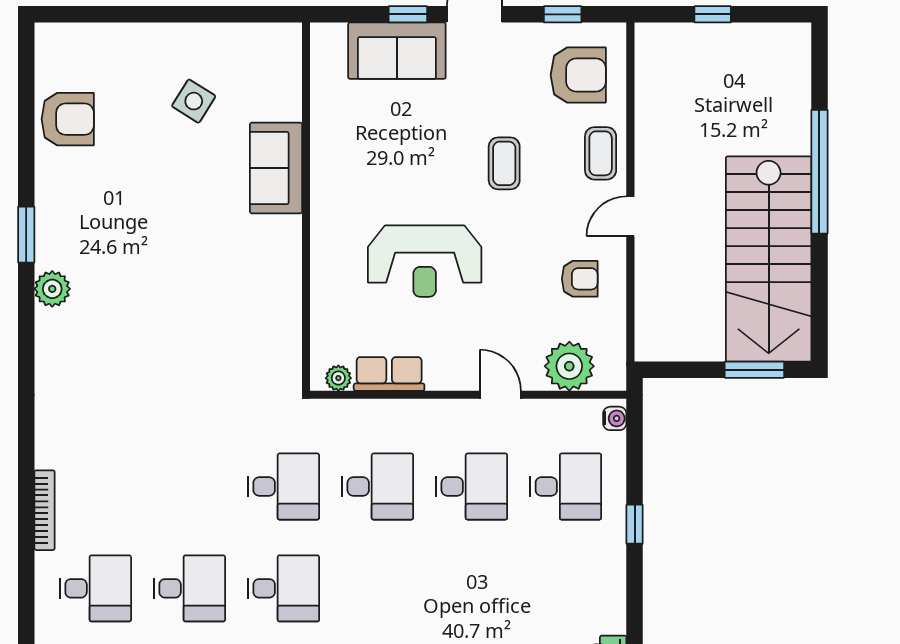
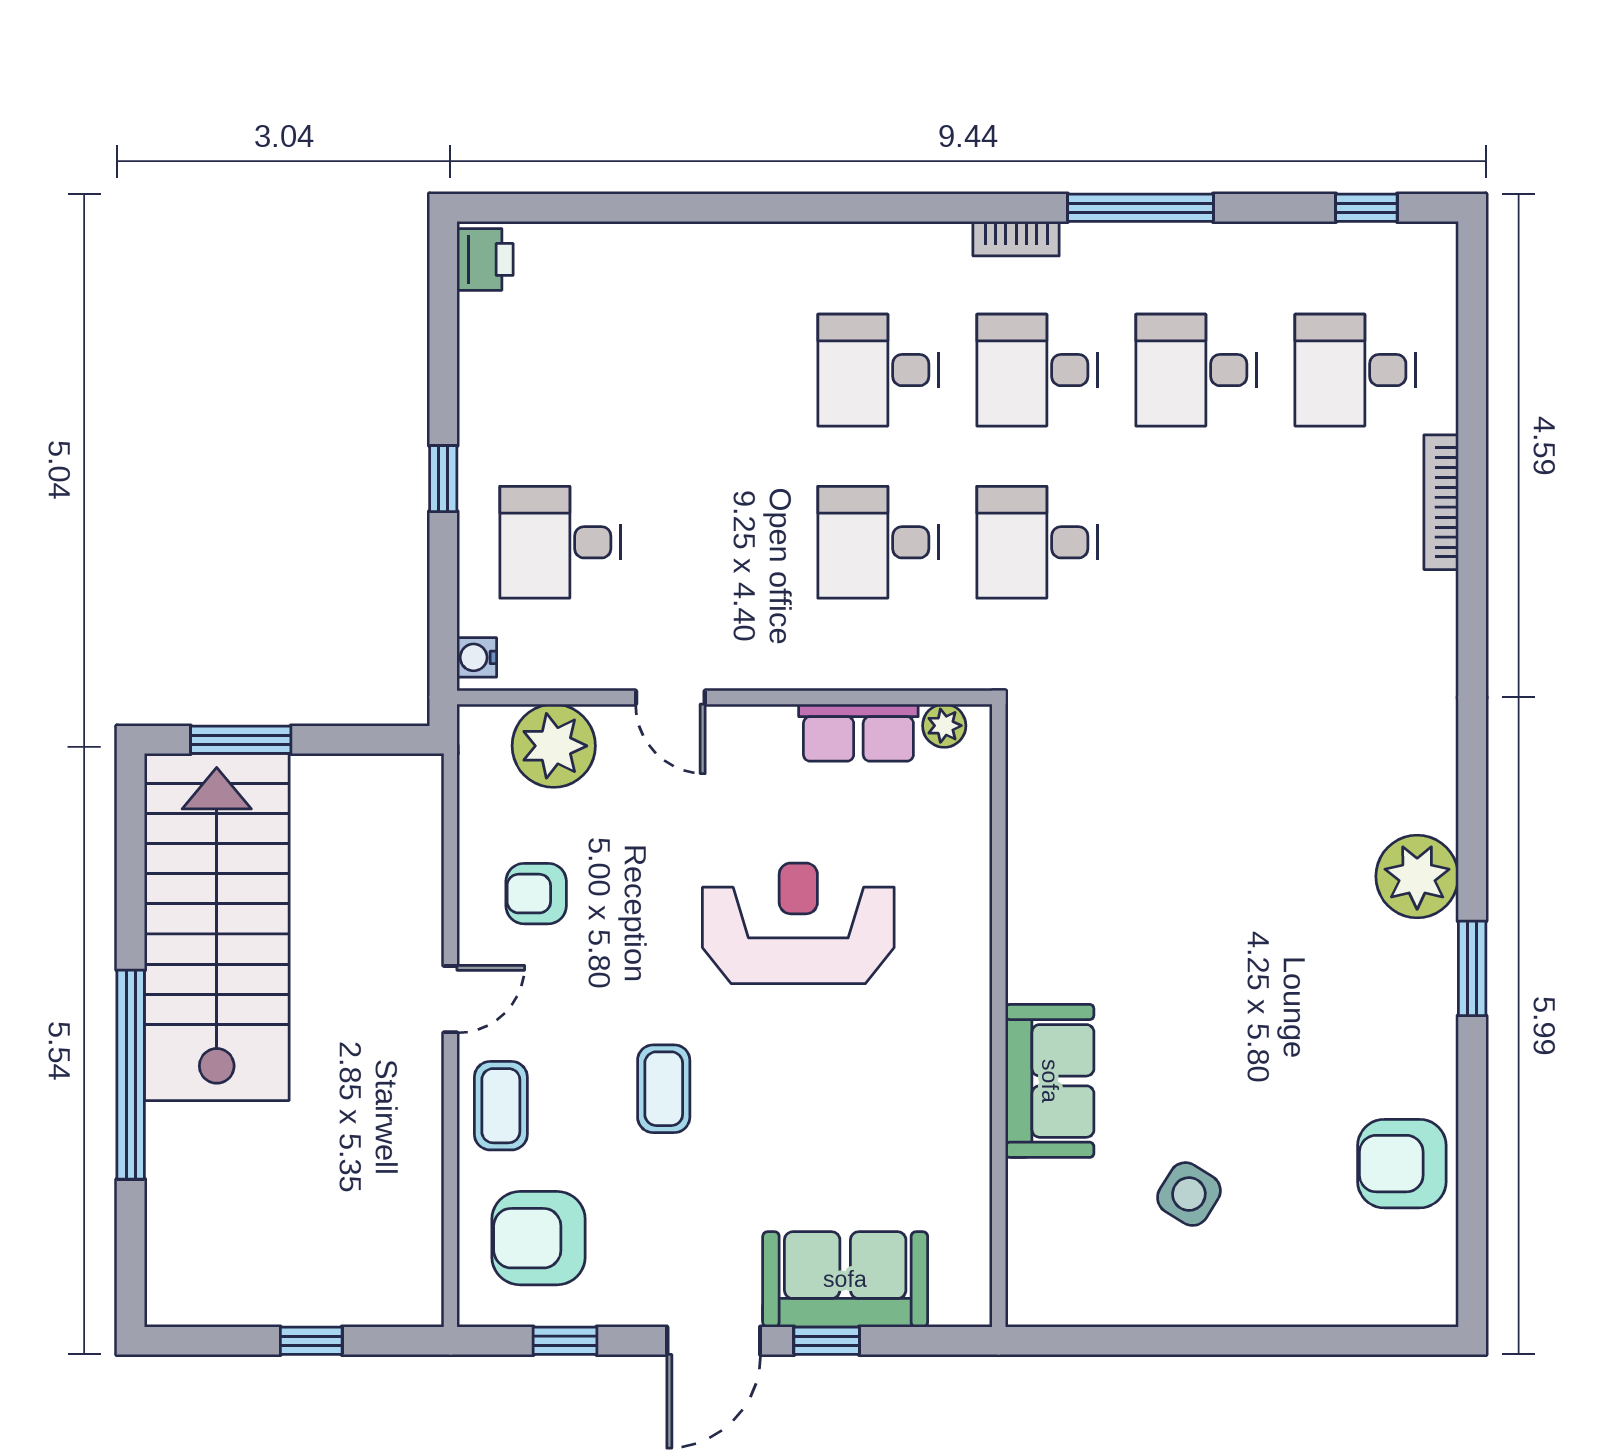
plant: (52, 289) -> (1417, 876), width x1.36, depth x1.36
desk: (471, 486) -> (878, 370), moved

